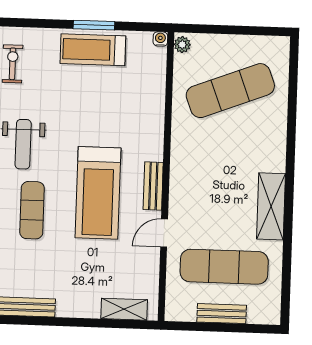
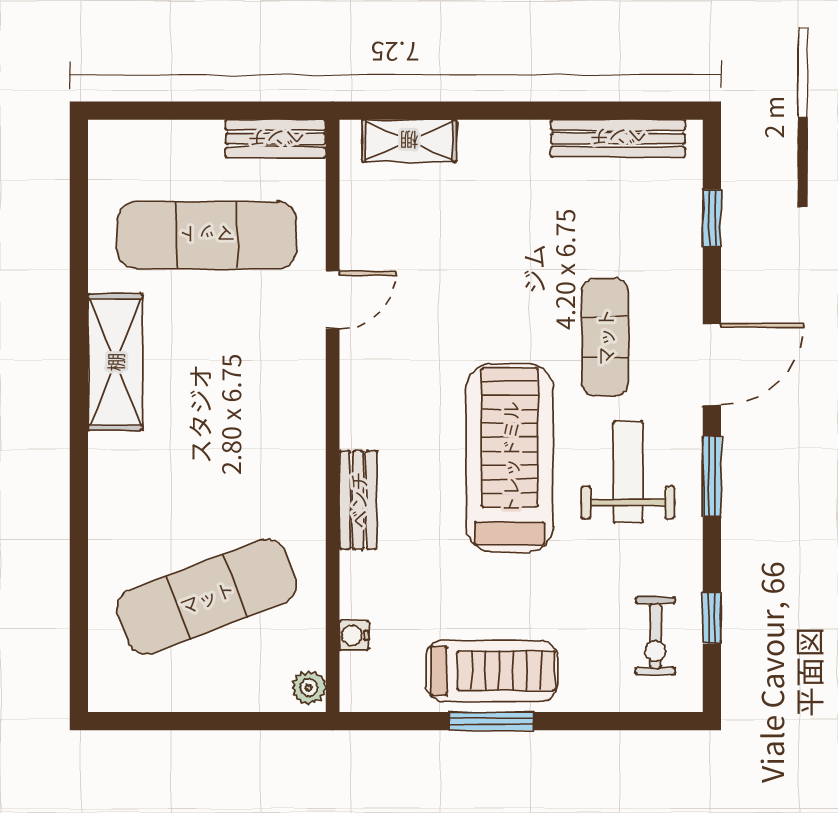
water cooler: (160, 39) -> (354, 635), moved, turned 90
bench: (153, 186) -> (358, 500), moved
treadmill: (98, 193) -> (510, 458), moved
bench: (222, 314) -> (276, 139), moved

